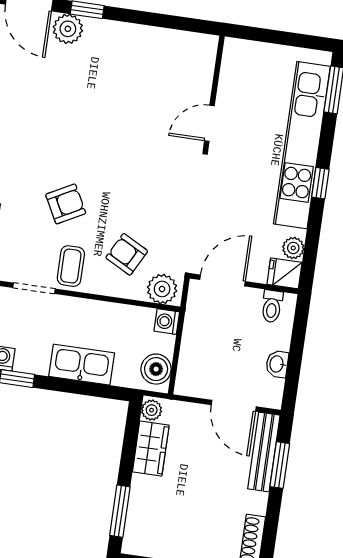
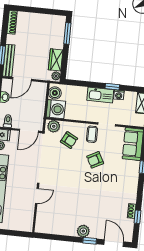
plant: (68, 29) -> (83, 231), moved
washing machine: (167, 322) -> (56, 109), width x1.89, depth x1.89
kitchen sink: (82, 365) -> (100, 95), moved
door: (234, 406) -> (22, 79), swing flipped

